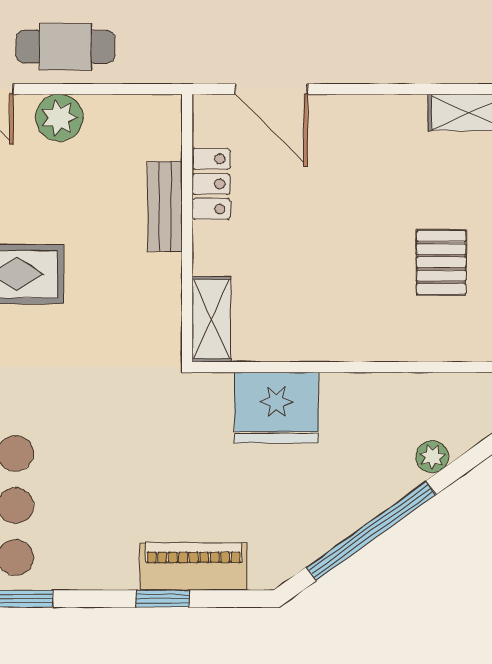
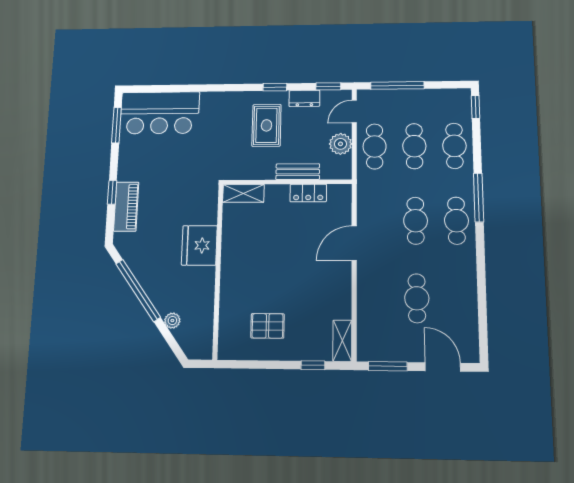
locker: (211, 184) -> (308, 193), moved
bench: (165, 206) -> (298, 172), moved
wall: (187, 228) -> (287, 182), moved
shelving: (212, 319) -> (243, 193), moved

